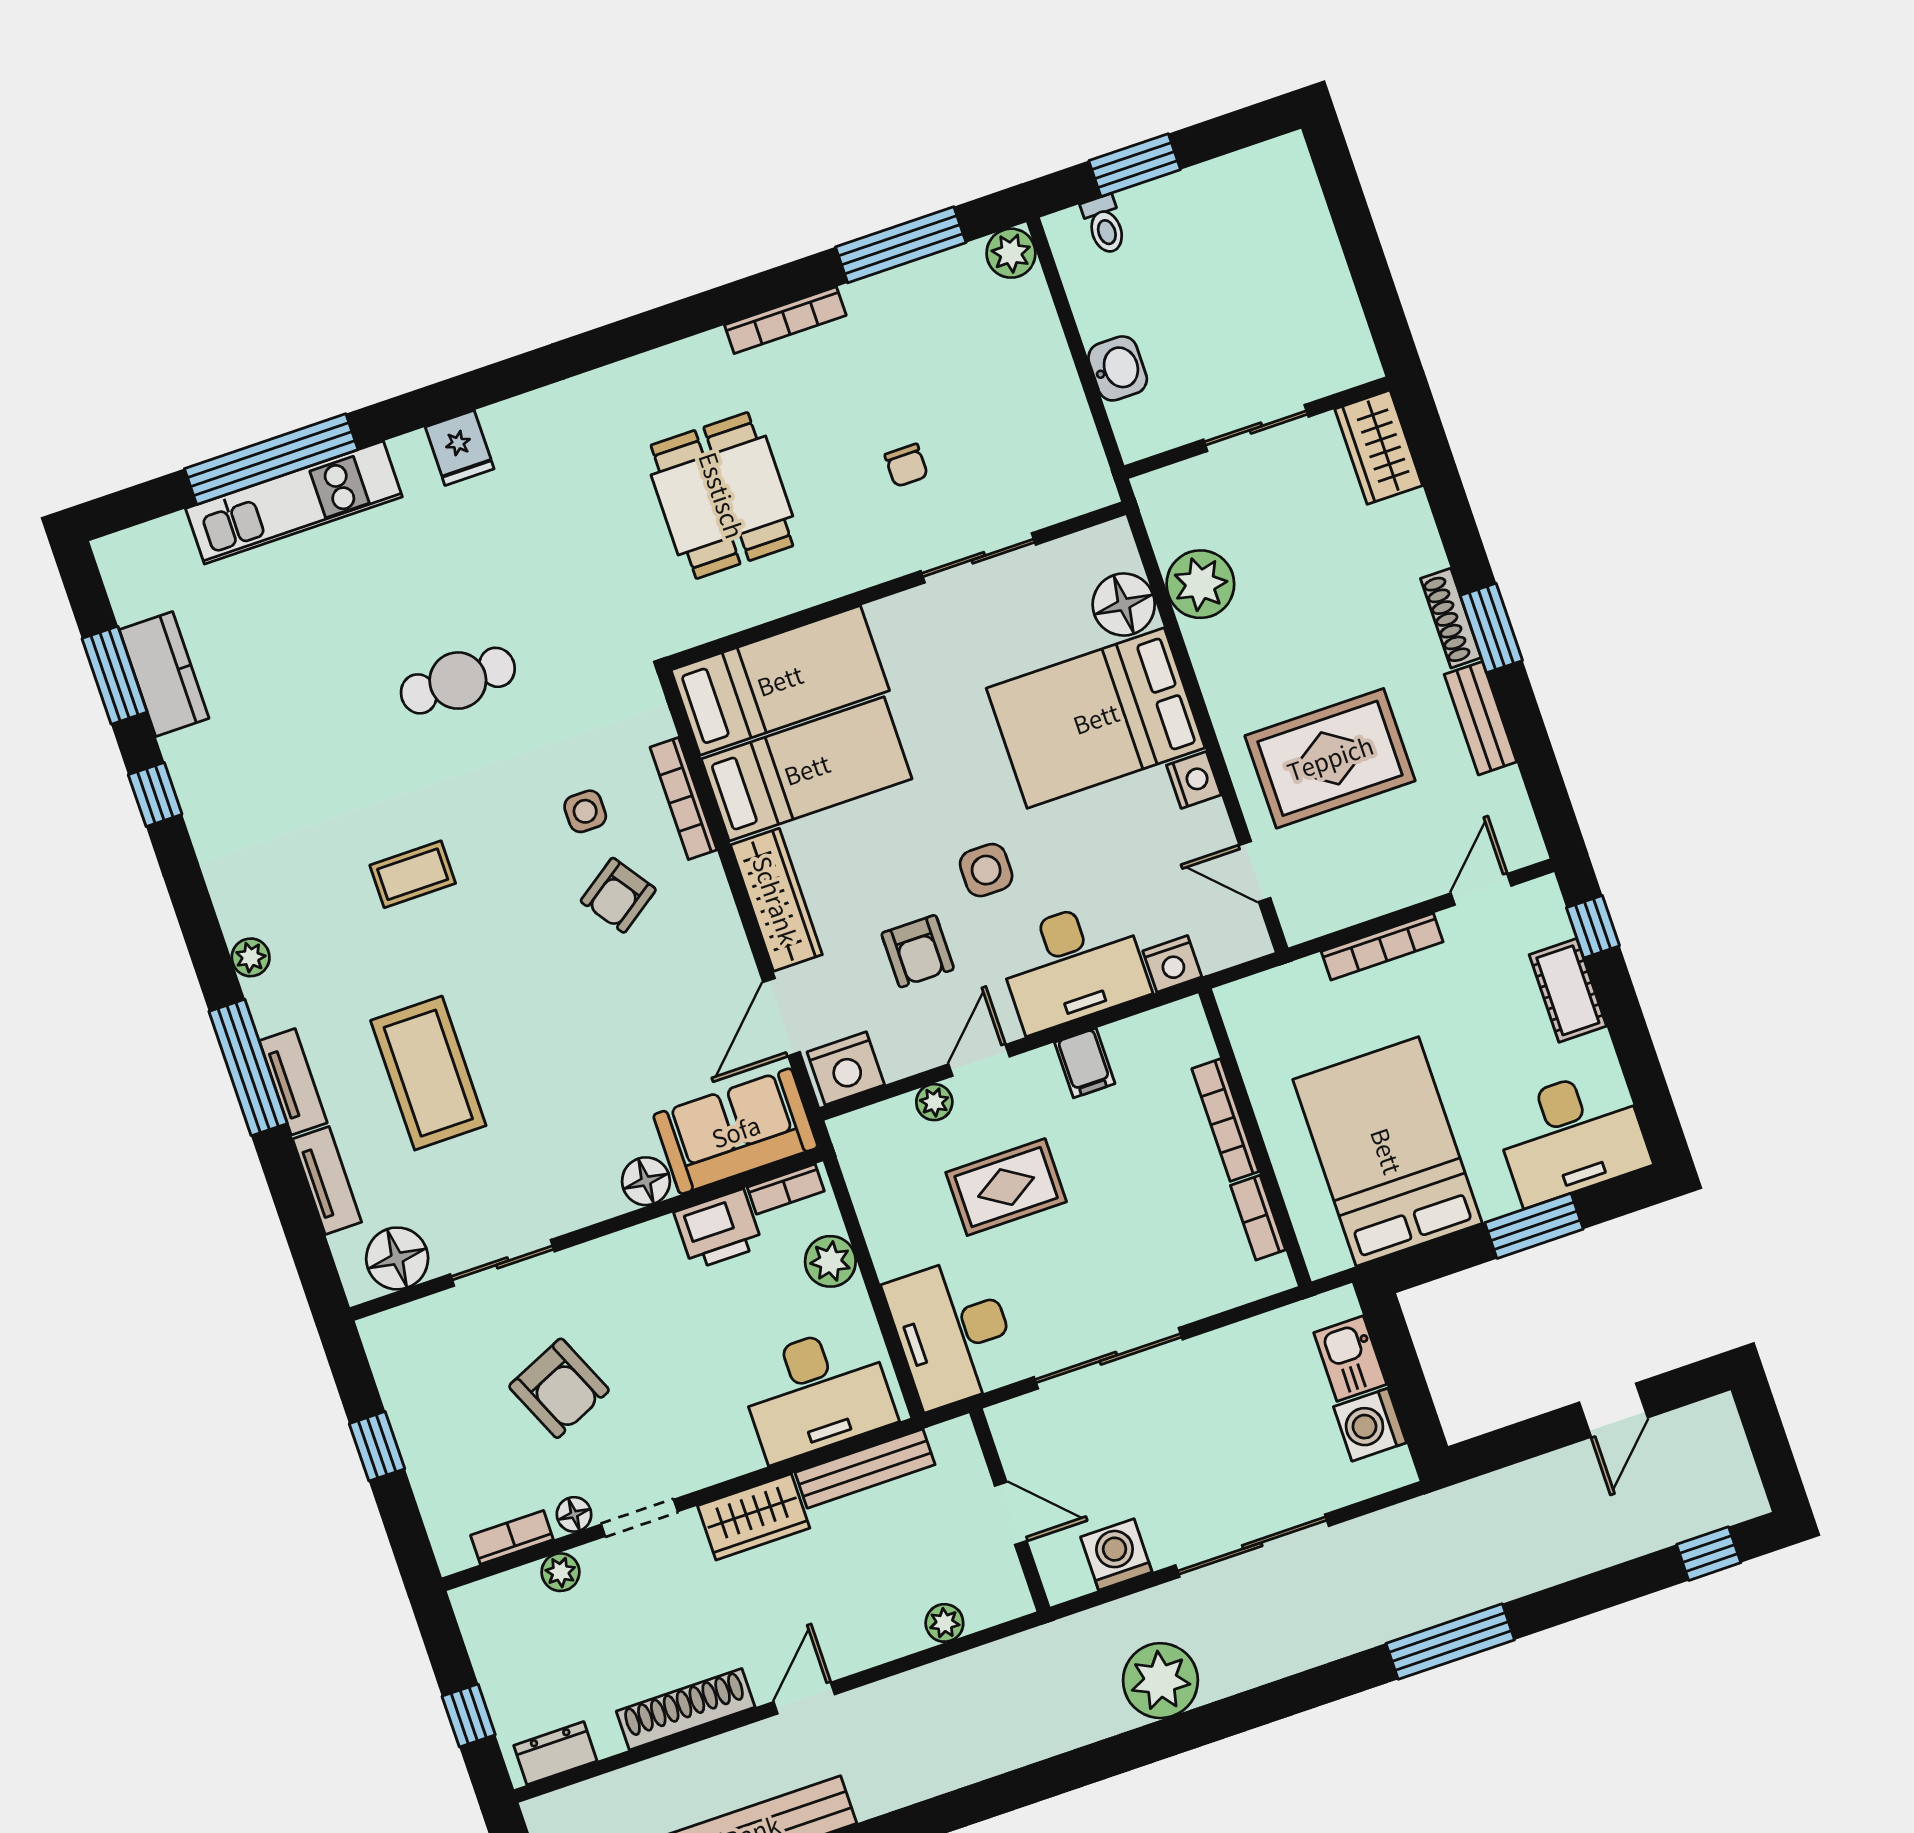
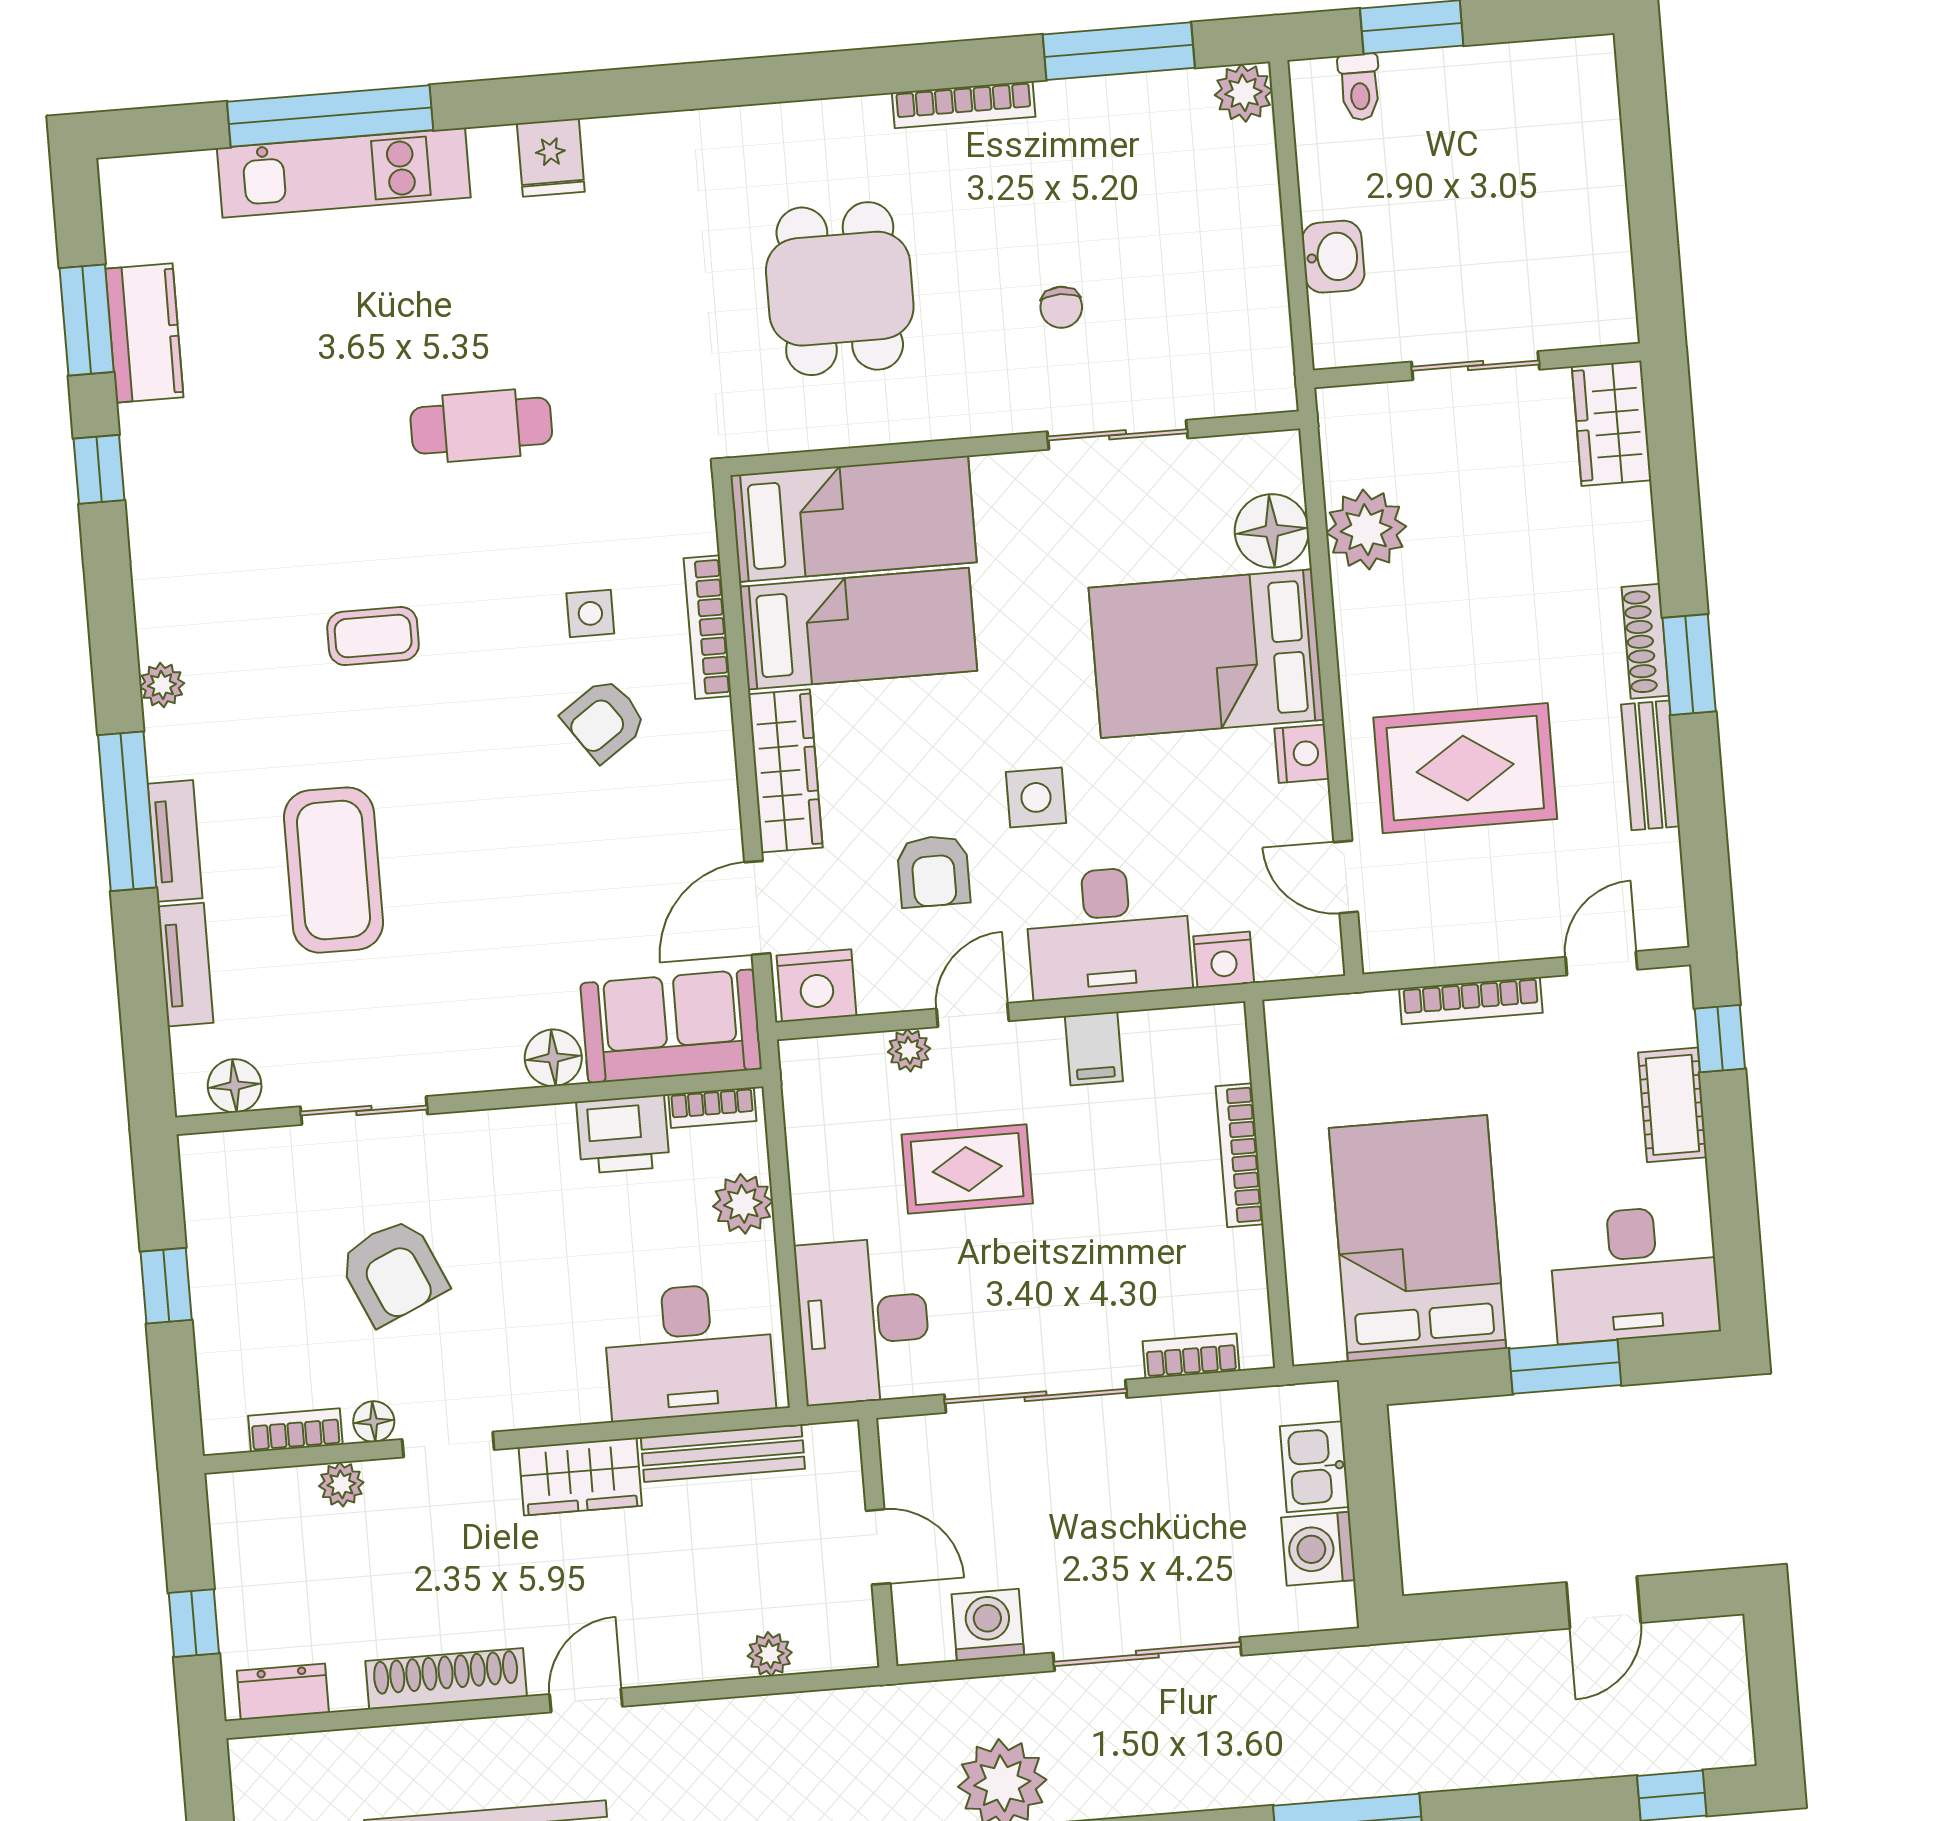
bookcase: (1258, 1218) -> (1191, 1356), moved, turned 90
floor lamp: (397, 1258) -> (235, 1086), width x0.73, depth x0.73

